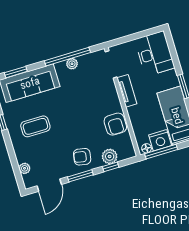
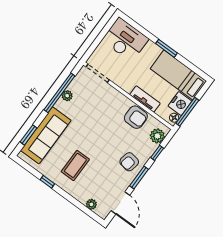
tv unit: (127, 91) -> (145, 99), moved
plant: (110, 156) -> (157, 136), moved

